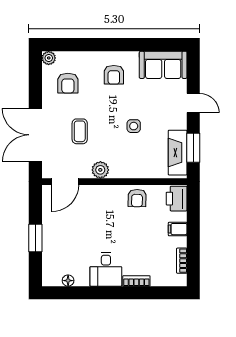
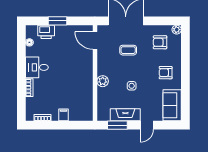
fireplace: (178, 153) -> (125, 115), moved
plant: (100, 170) -> (103, 81), moved
armchair: (137, 198) -> (84, 88), removed
printer: (177, 199) -> (46, 32), moved, turned 180

